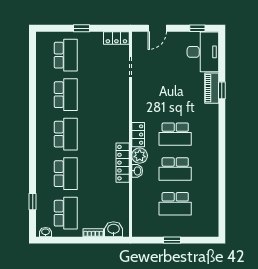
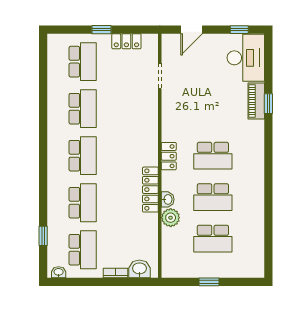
locker: (116, 38) -> (126, 41), moved
plant: (140, 156) -> (171, 218), moved

